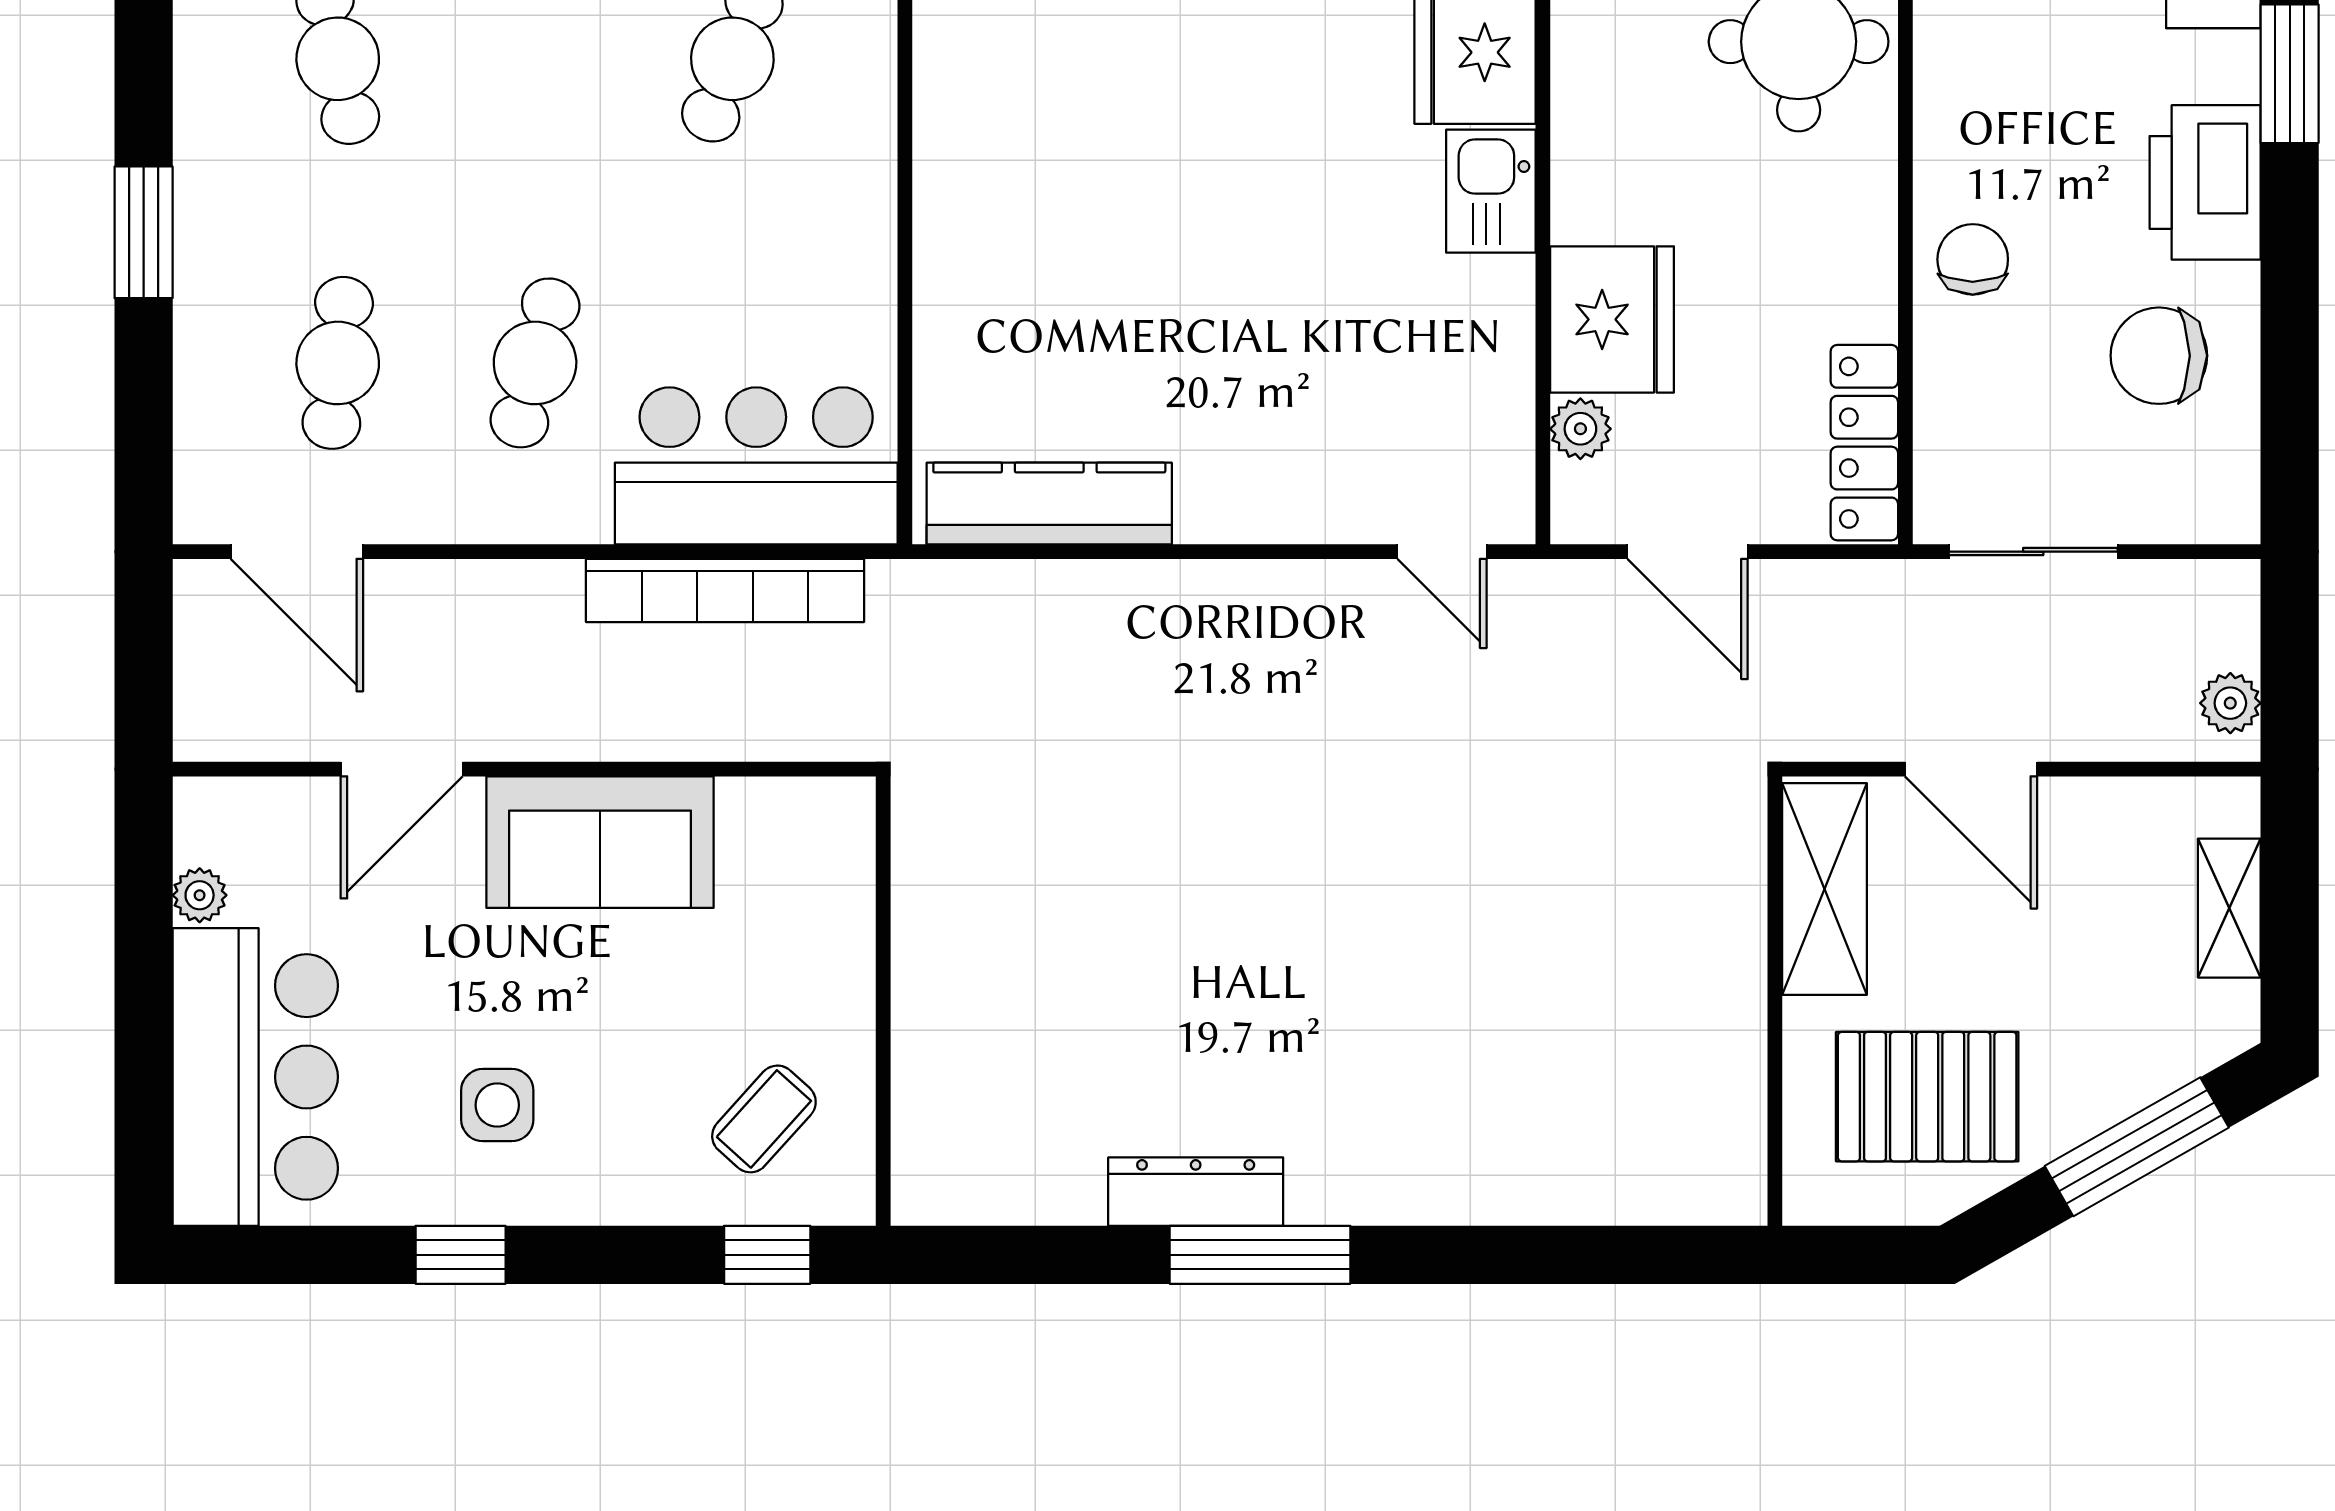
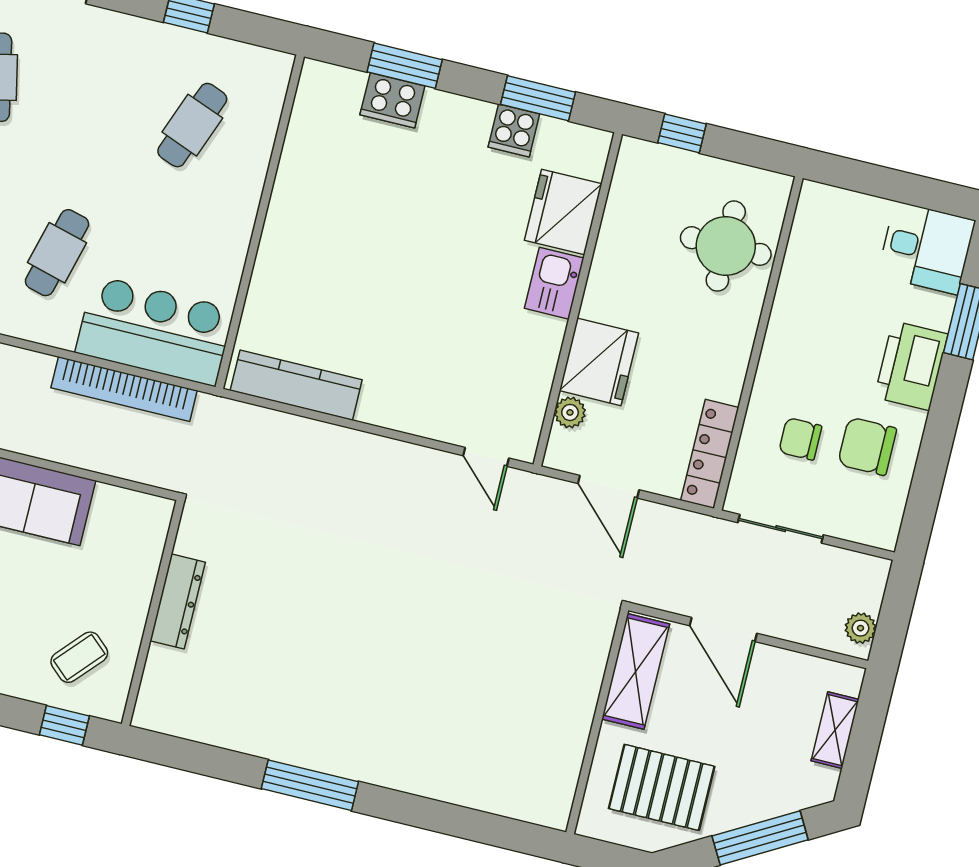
chair: (1973, 259) -> (800, 439), moved, turned -90
dresser: (1196, 1192) -> (178, 601), moved, turned 90

